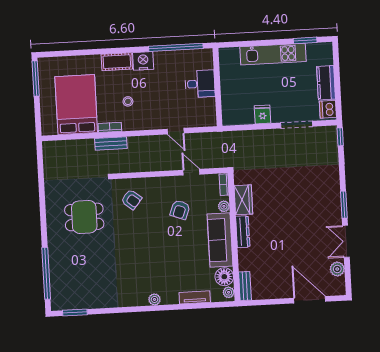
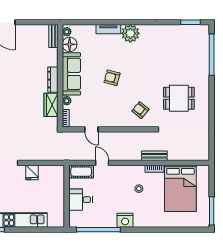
cot: (117, 62) -> (81, 172), moved
armchair: (180, 210) -> (112, 78), moved, turned -96
tv unit: (195, 297) -> (108, 29), moved
plant: (155, 299) -> (130, 33), width x1.87, depth x1.87

